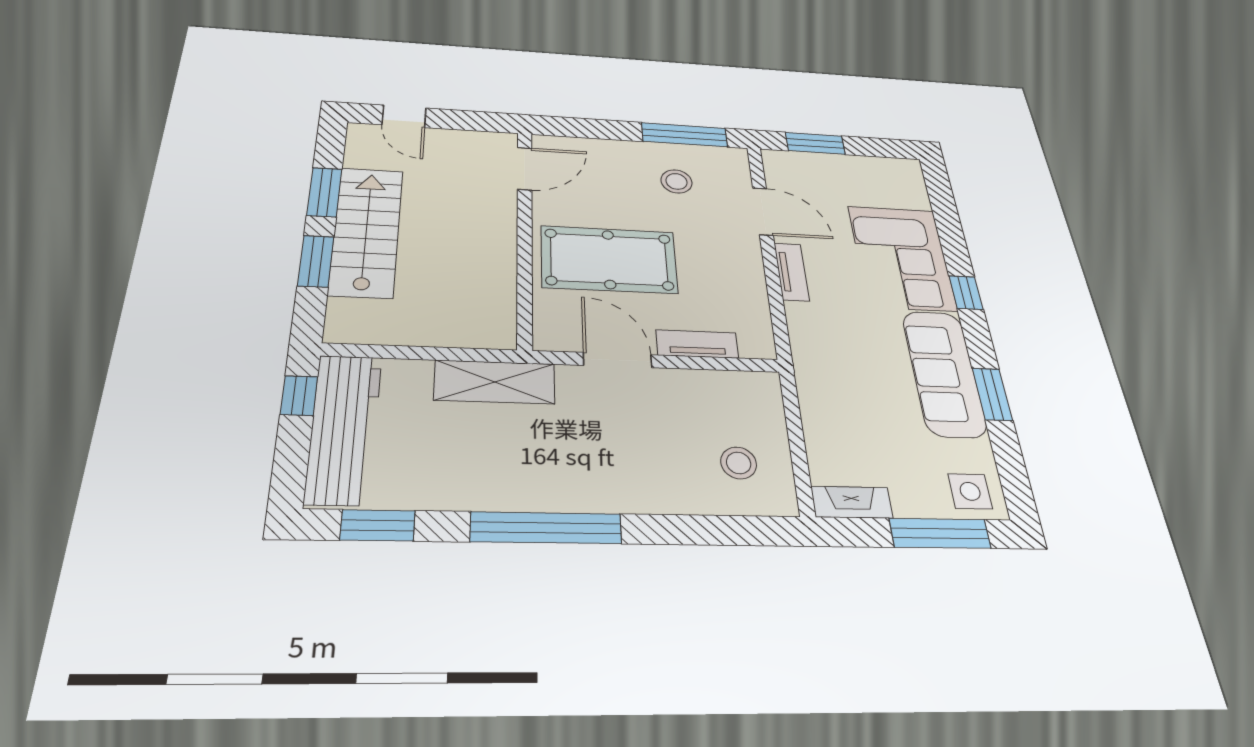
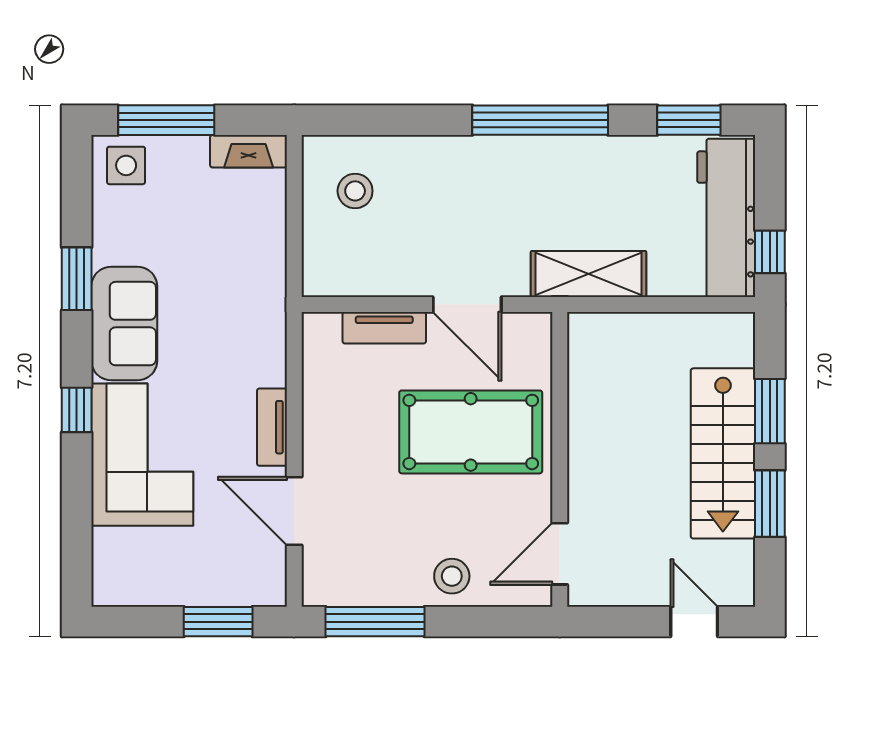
stool: (676, 181) -> (452, 576), moved
sofa: (944, 373) -> (124, 324), width x0.73

